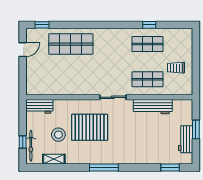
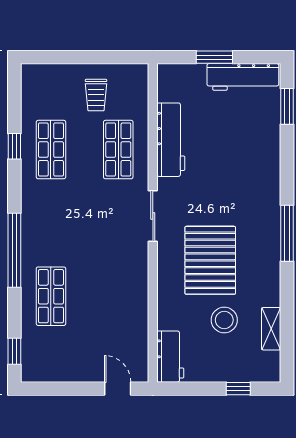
window: (95, 25) -> (14, 250), added
shop shelf: (71, 44) -> (51, 296), width x0.70, depth x0.74
door: (23, 50) -> (118, 389), moved
workbench: (186, 139) -> (243, 77), width x1.38
bicycle: (31, 146) -> (245, 373), removed

